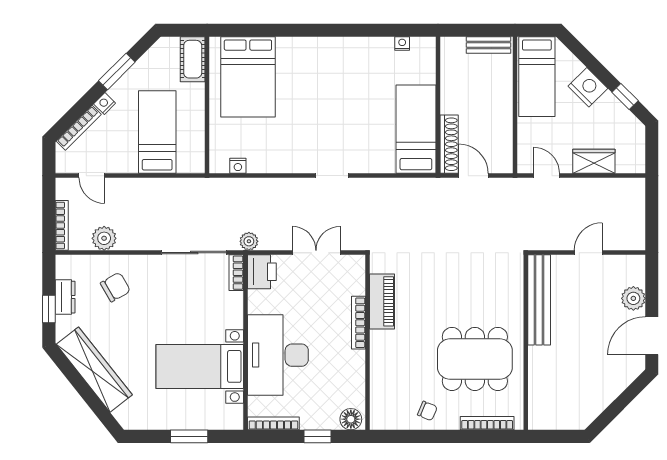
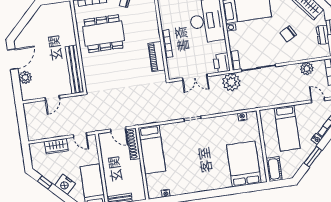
plant: (249, 241) -> (231, 82), width x1.88, depth x1.88
chair: (115, 287) -> (288, 34), moved

